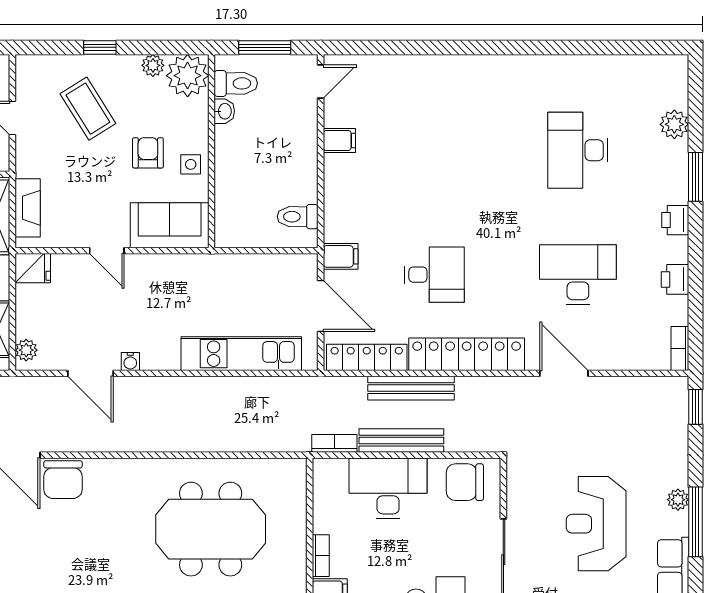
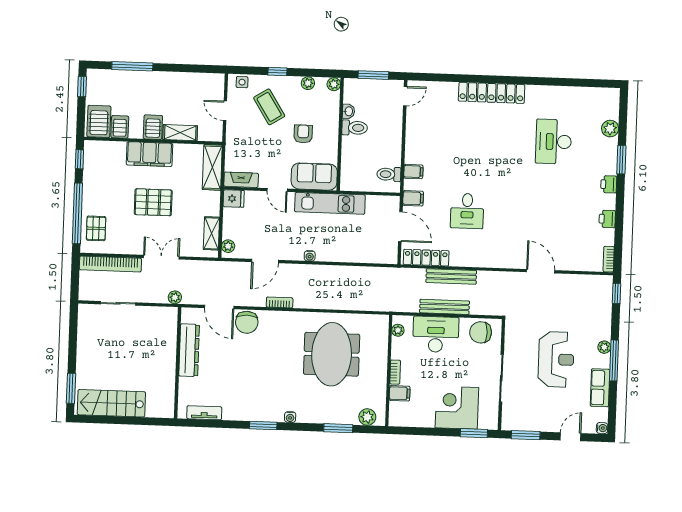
plant: (188, 76) -> (334, 84), width x0.53, depth x0.53
toilet: (236, 83) -> (355, 128), moved
filing cabinet: (339, 140) -> (413, 172), moved
side table: (191, 164) -> (242, 82), moved
fireplace: (28, 208) -> (241, 180), moved, turned -90
desk: (434, 275) -> (467, 211), turned 90
desk: (578, 275) -> (551, 214), removed
kitchen unit: (241, 354) -> (330, 203), moved, turned 180
locker: (467, 354) -> (492, 93), moved, turned 180
water cooler: (130, 362) -> (310, 256), moved
door: (91, 373) -> (265, 261), hinge flipped
bookcase: (334, 443) -> (280, 302), moved
plant: (323, 484) -> (398, 330), added
reception desk: (596, 524) -> (556, 359), turned 180
meeting table: (211, 529) -> (332, 354), turned 90

